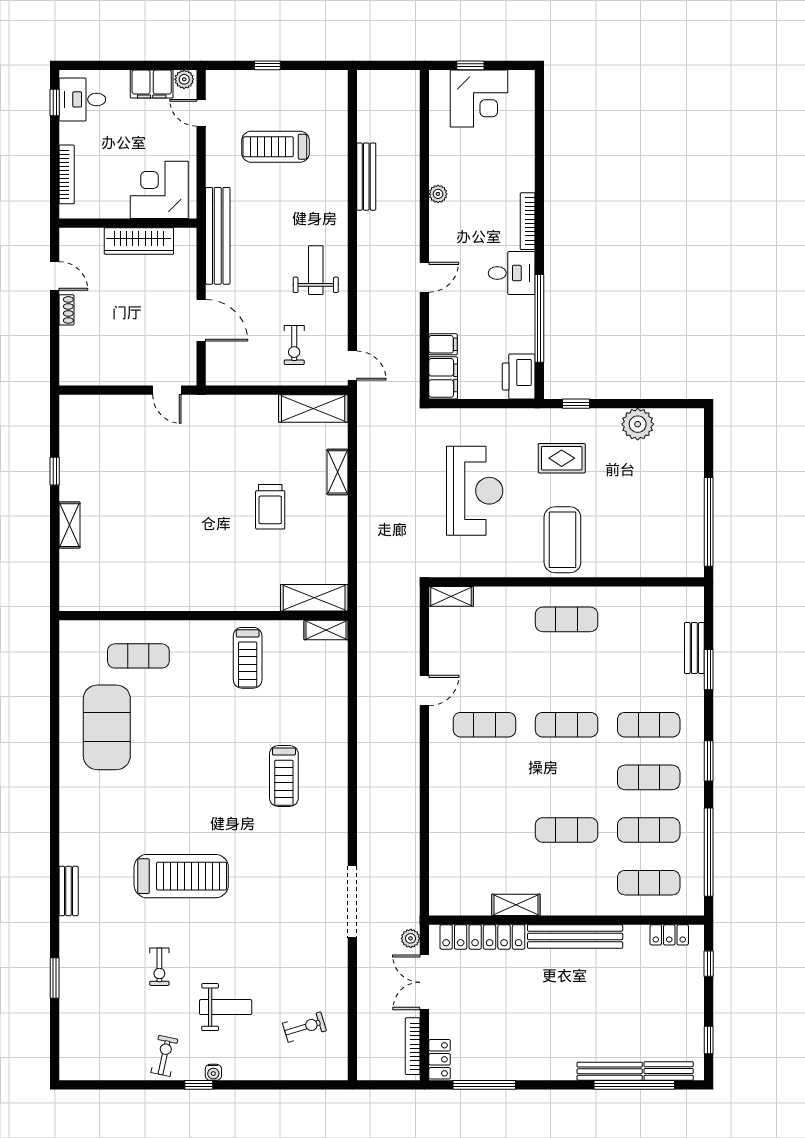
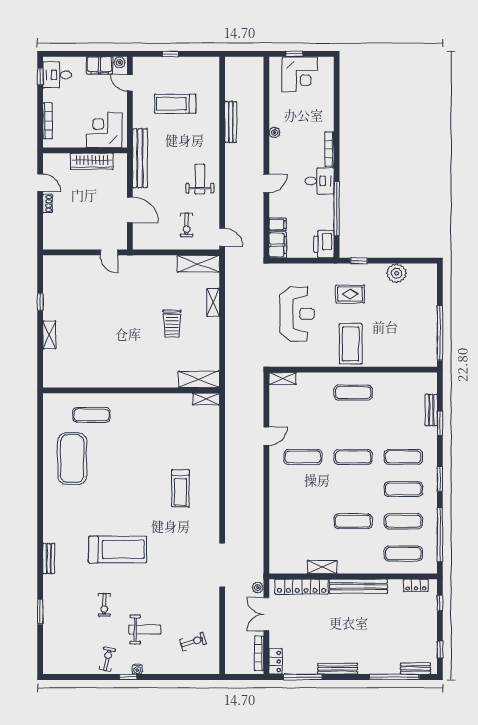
treadmill: (248, 658) -> (158, 416), removed
bench: (610, 1071) -> (338, 669), moved

